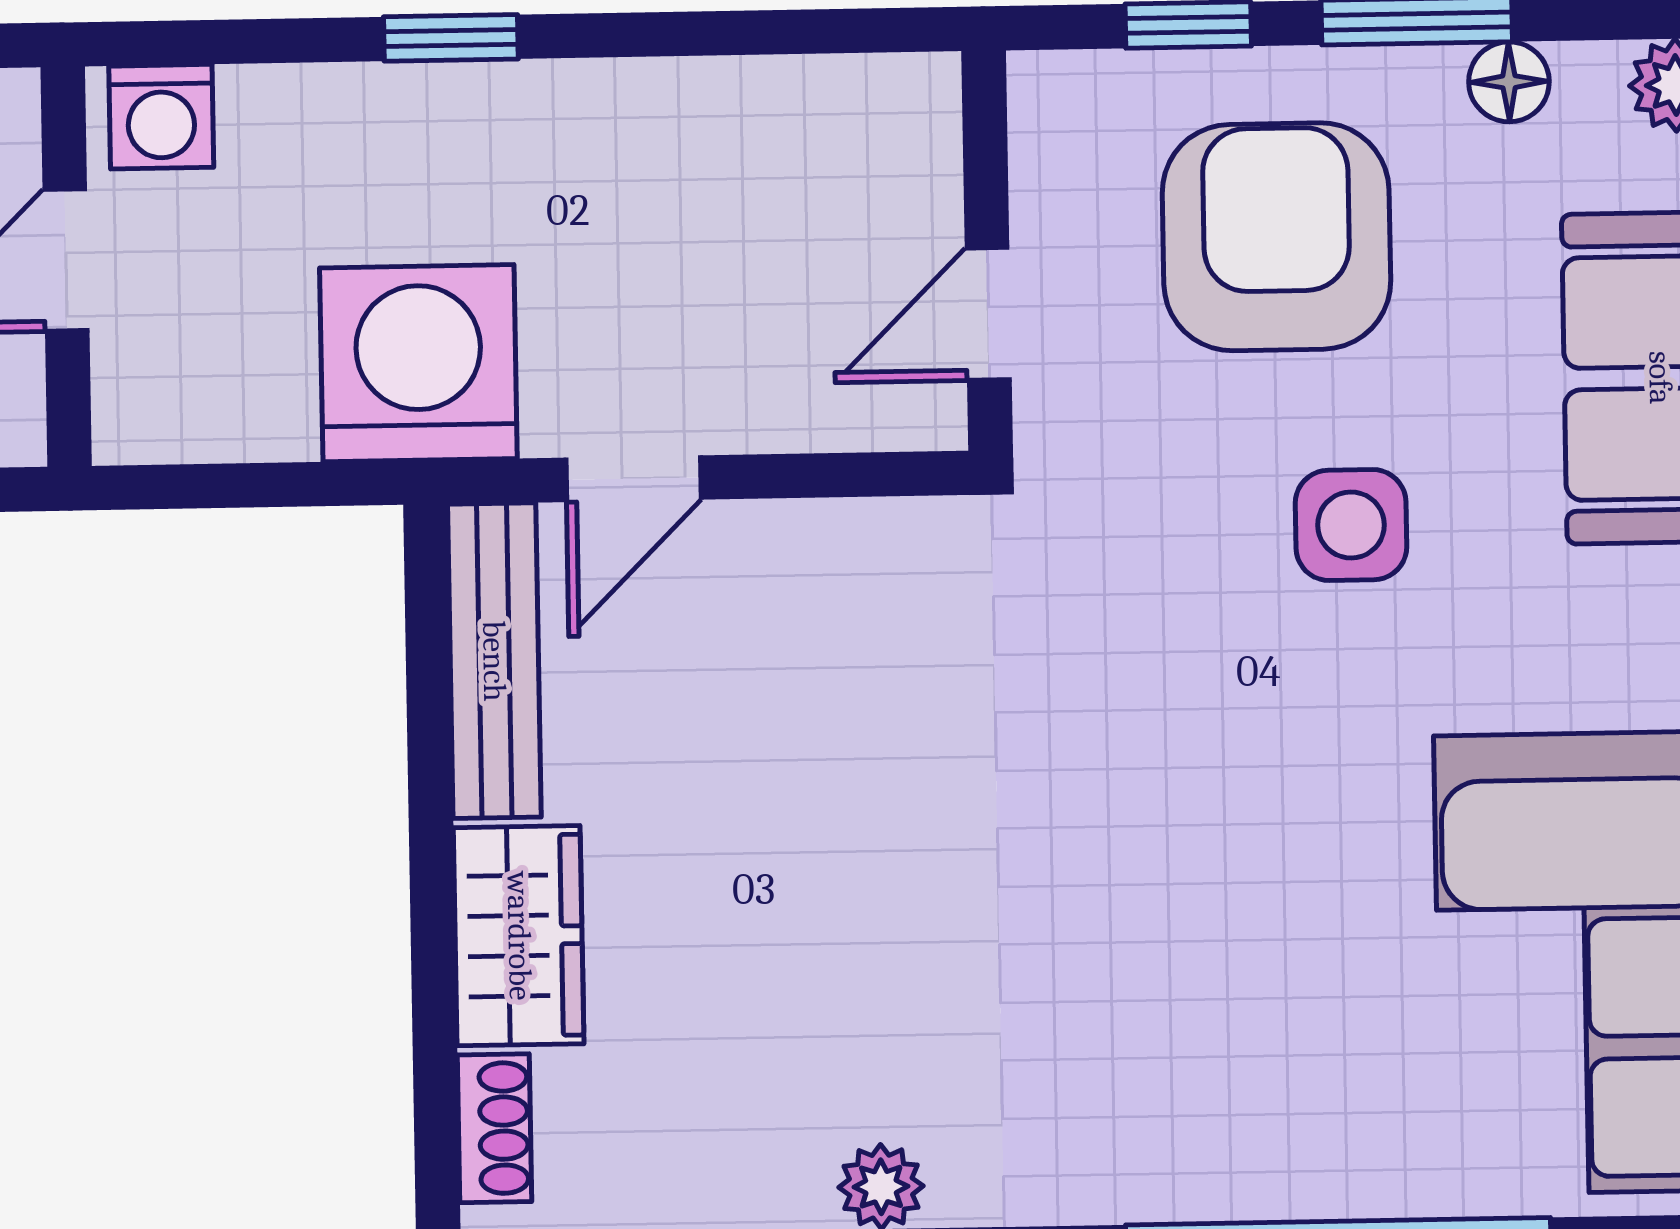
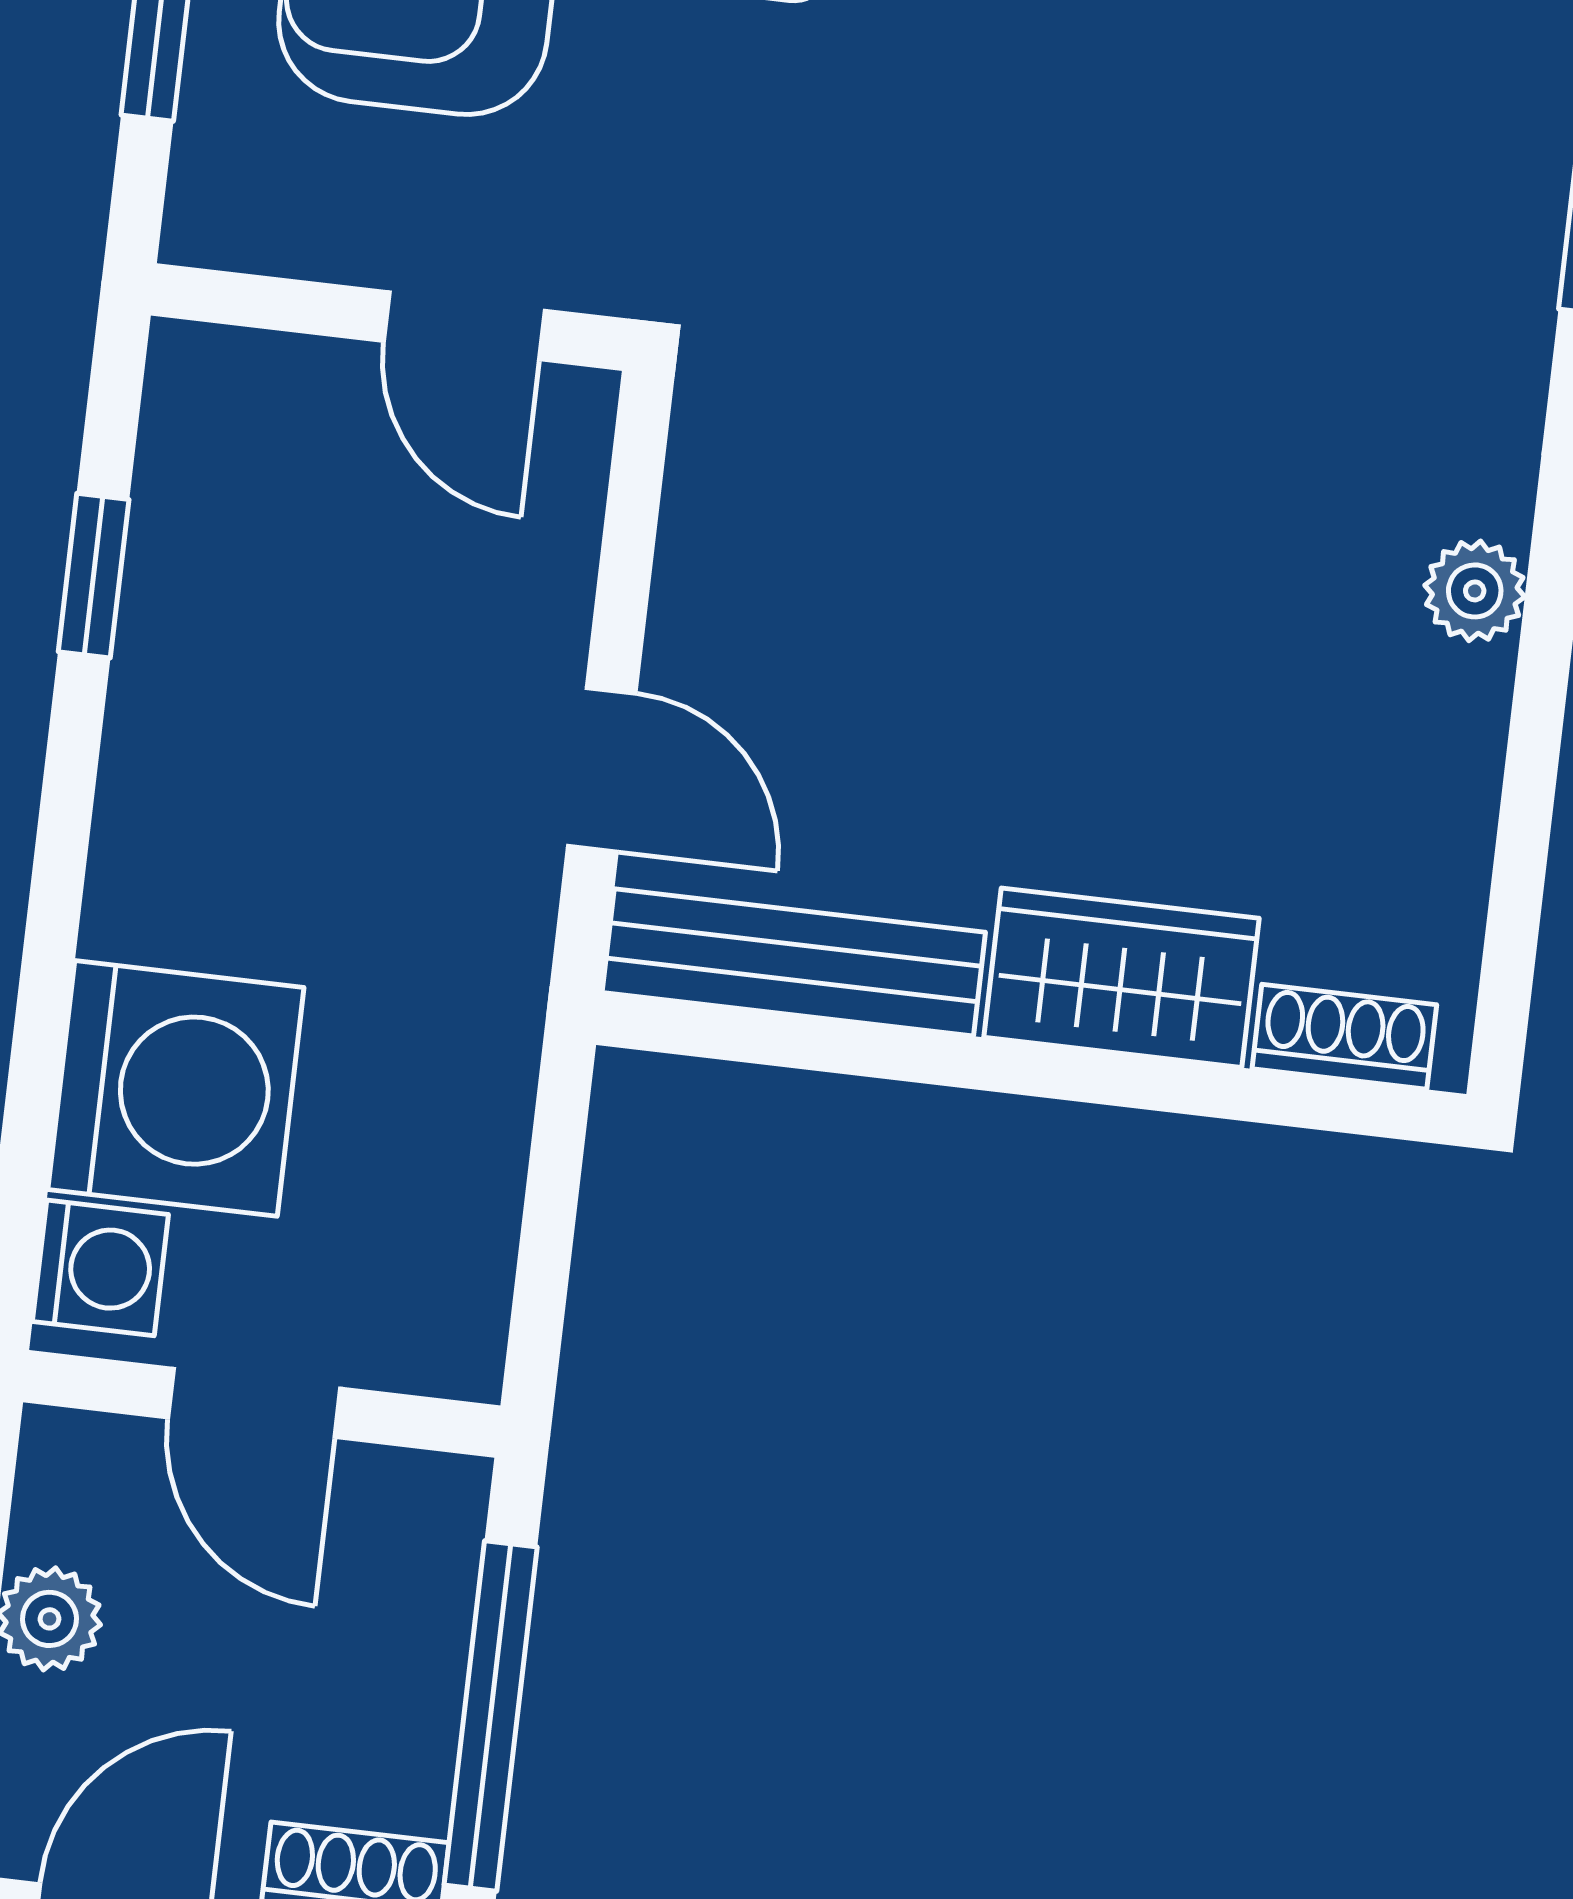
window: (451, 38) -> (94, 576), moved
washing machine: (418, 363) -> (176, 1088), moved, turned 180

